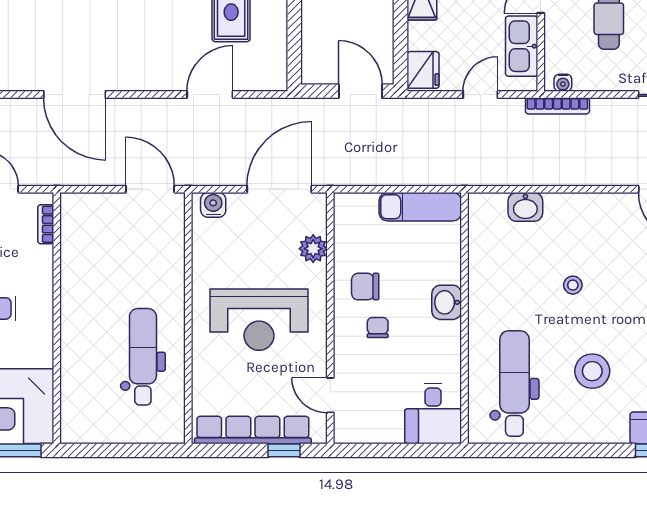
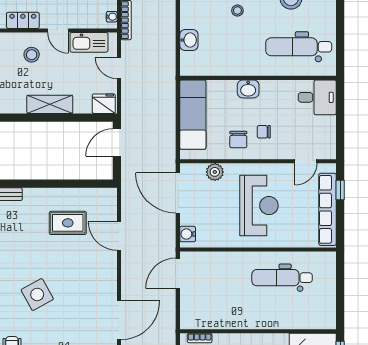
exam couch: (420, 207) -> (193, 115), width x1.36, depth x1.45

